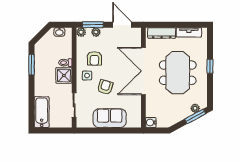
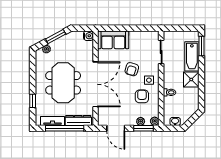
window: (176, 25) -> (65, 128), added
window: (32, 65) -> (201, 46), moved
window: (210, 66) -> (33, 101), moved
shower: (64, 75) -> (191, 80), moved
bathtub: (42, 112) -> (192, 56), moved
window: (195, 116) -> (56, 37), moved
sofa: (110, 118) -> (113, 40), moved

